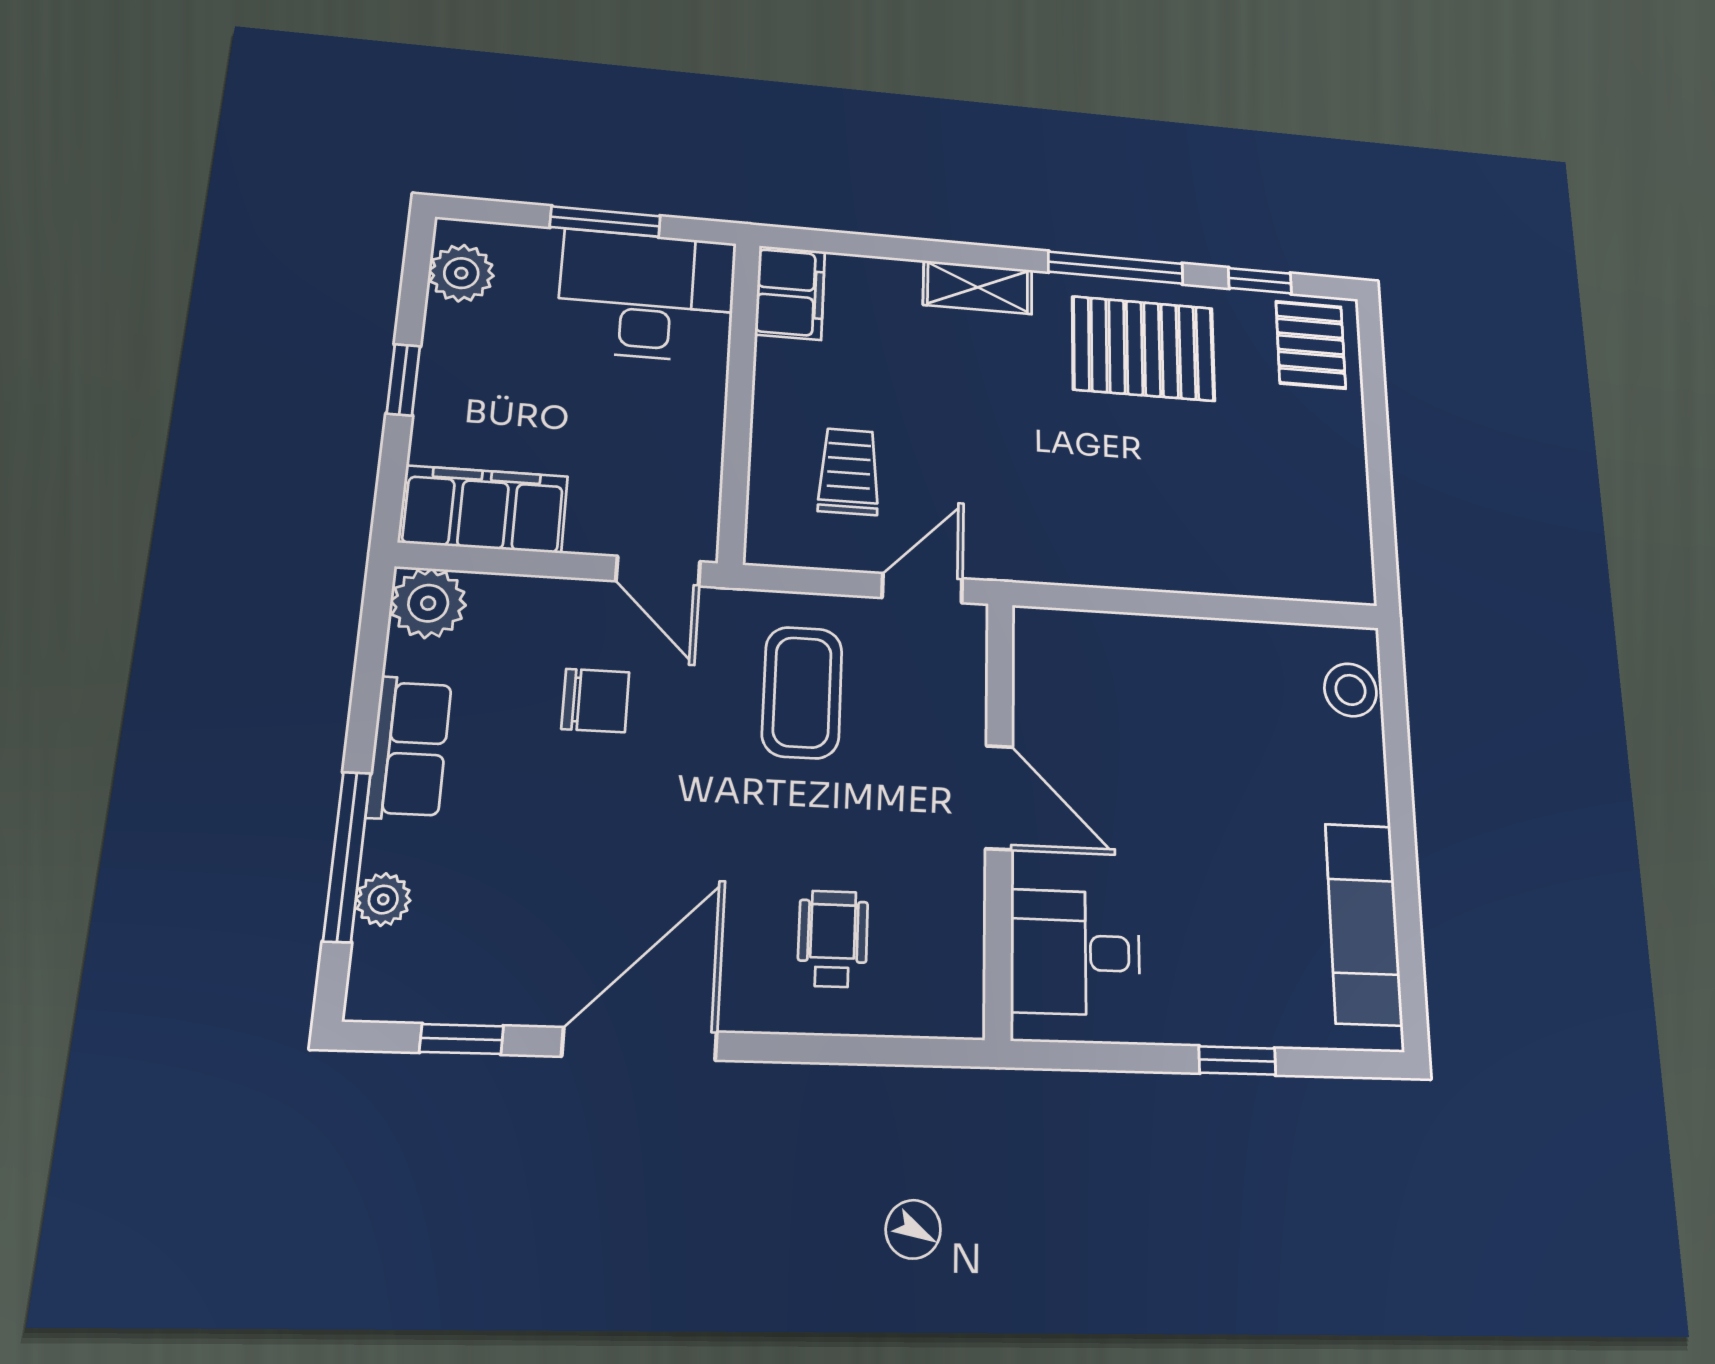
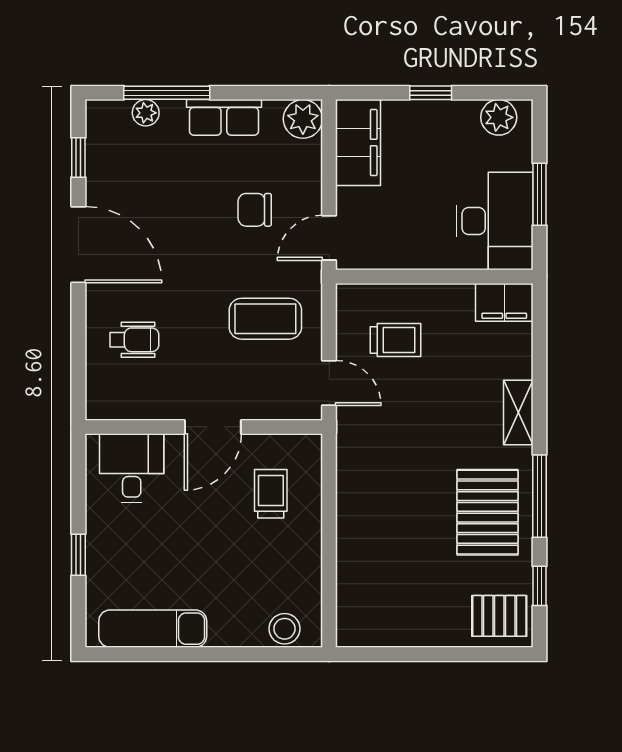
chair: (595, 700) -> (255, 210), turned 90
trolley: (1119, 700) -> (271, 494), added

